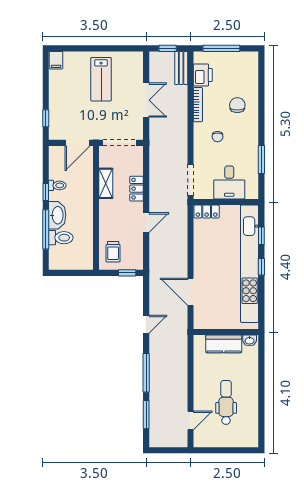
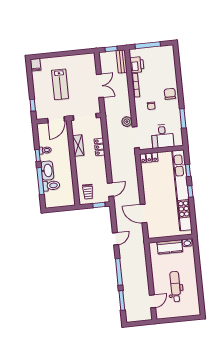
lab bench: (101, 79) -> (60, 84), moved
chair: (237, 105) -> (170, 94), moved
plant: (180, 156) -> (127, 122), added
door: (146, 223) -> (111, 190), moved

